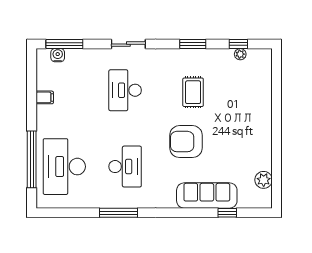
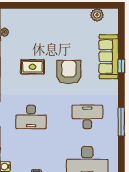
armchair: (186, 142) -> (69, 72), turned 180
window: (227, 213) -> (121, 66), moved

